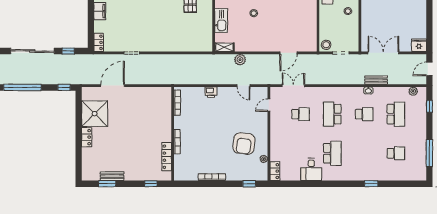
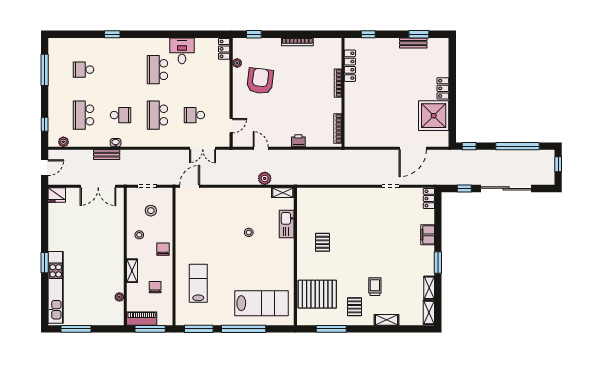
stool: (326, 45) -> (151, 211), moved
door: (288, 53) -> (190, 186), moved
school desk: (332, 114) -> (157, 115), turned 180
school desk: (364, 114) -> (120, 115), turned 180

